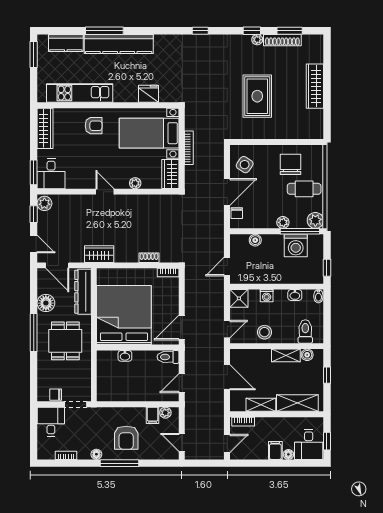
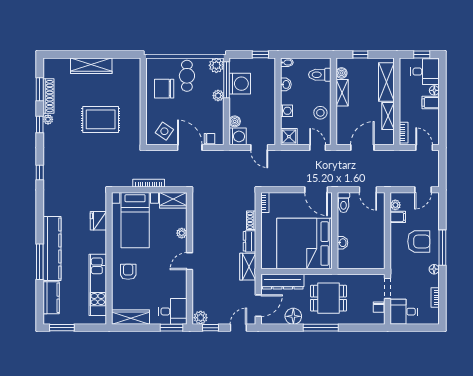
washing machine: (239, 243) -> (238, 136), added
dresser: (126, 256) -> (250, 241), added

